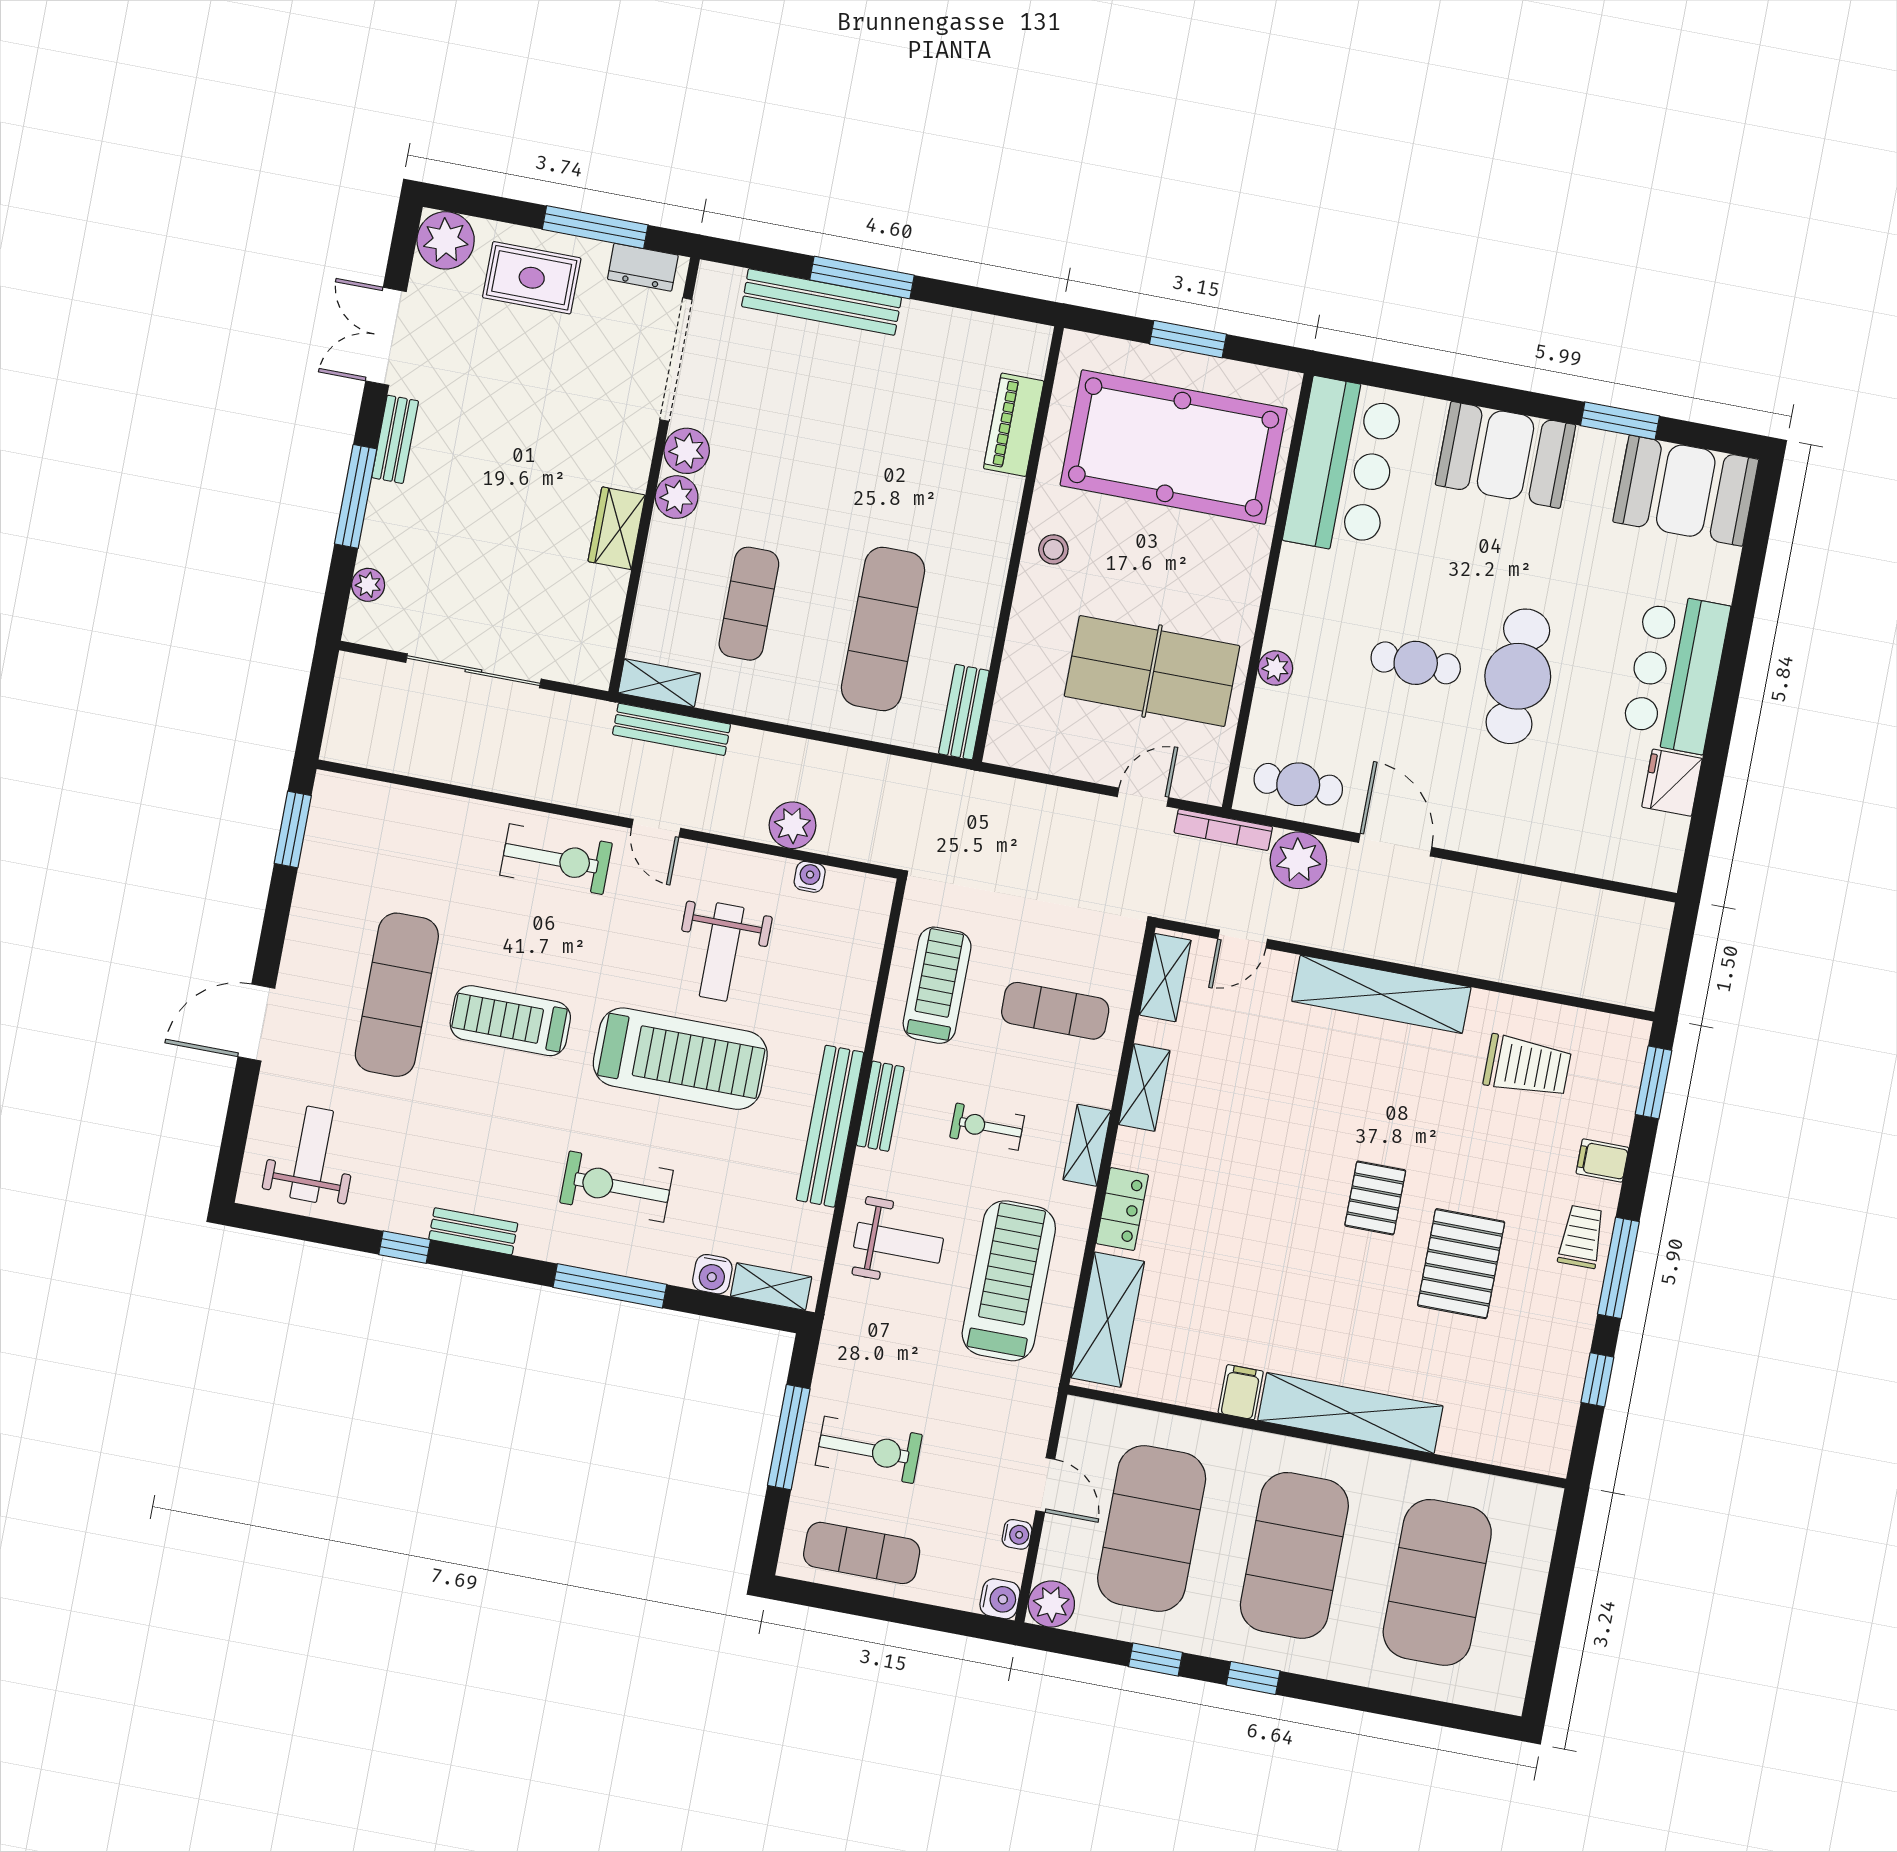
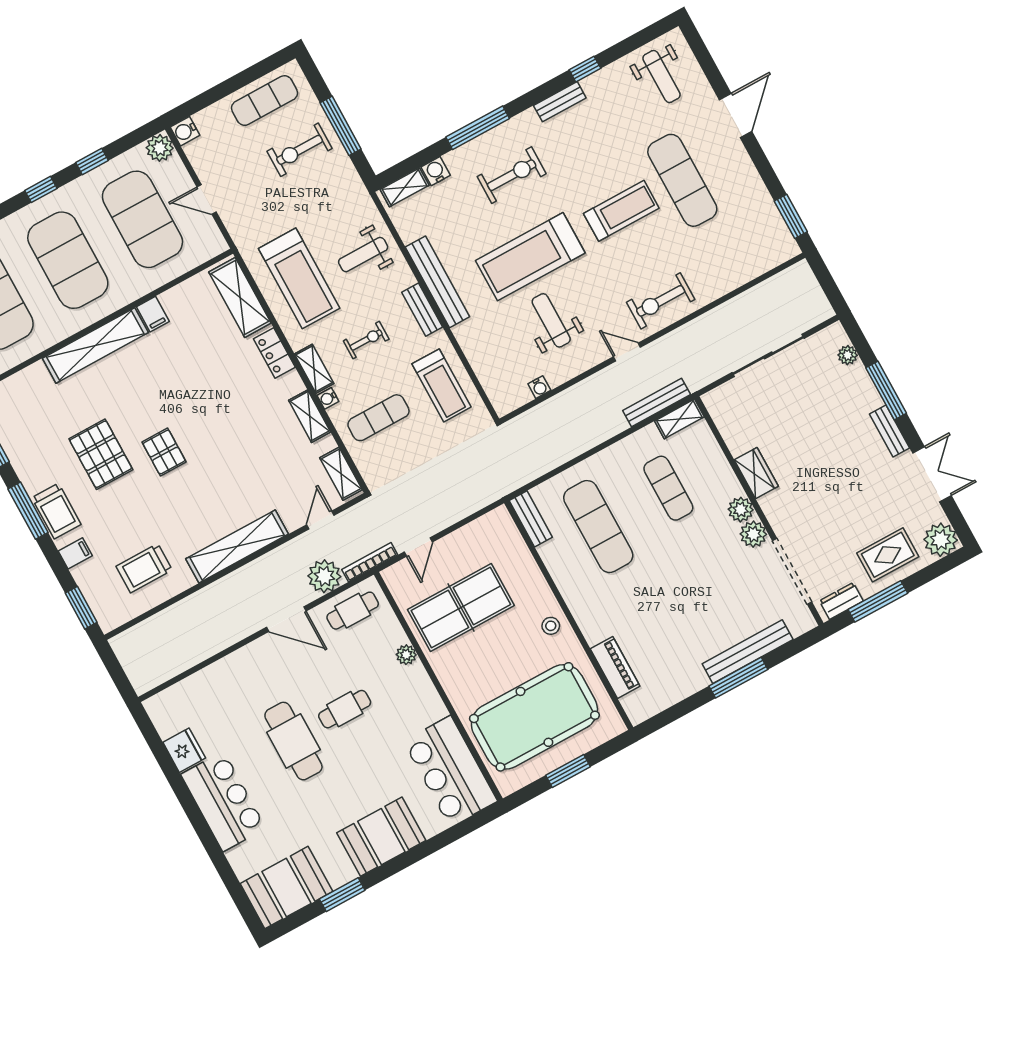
plant: (792, 825) -> (566, 404), removed
trolley: (1581, 1237) -> (56, 511), width x1.36, depth x1.39
water cooler: (1017, 1534) -> (328, 398), moved

